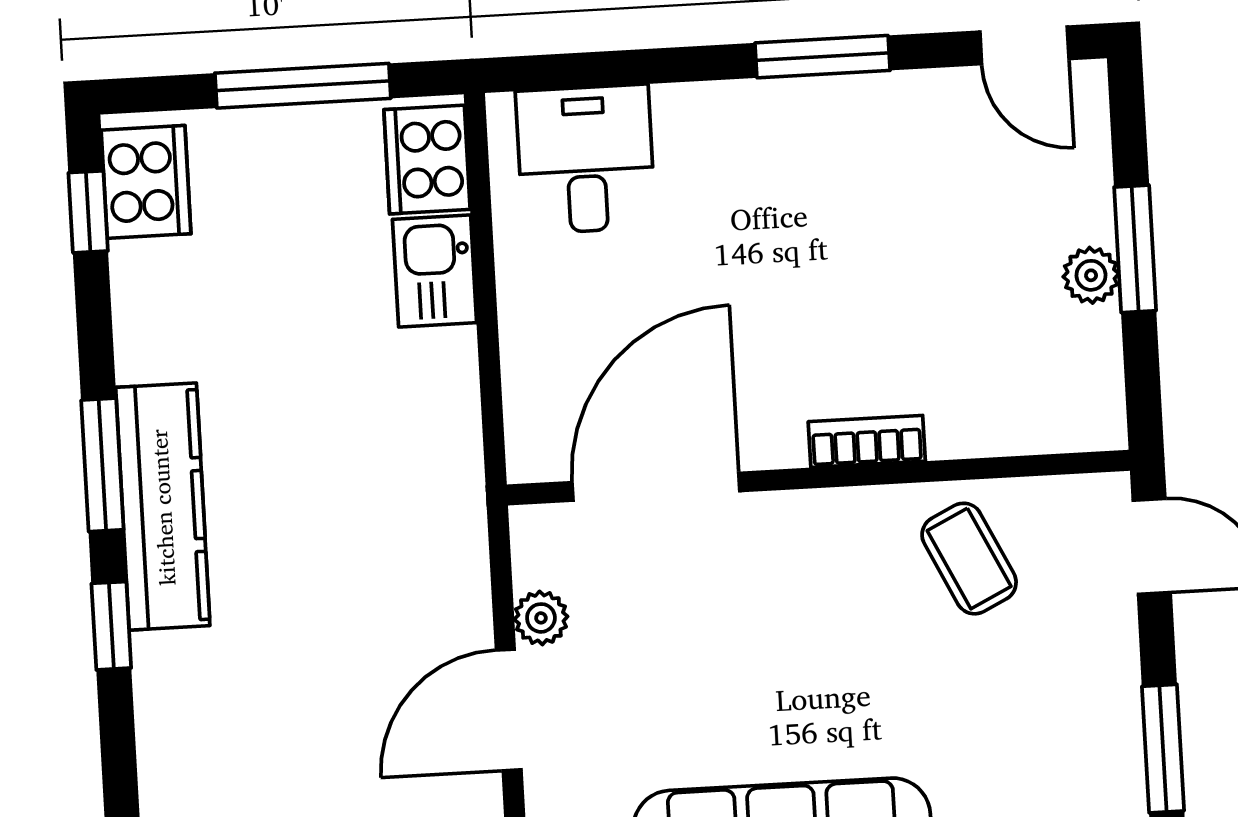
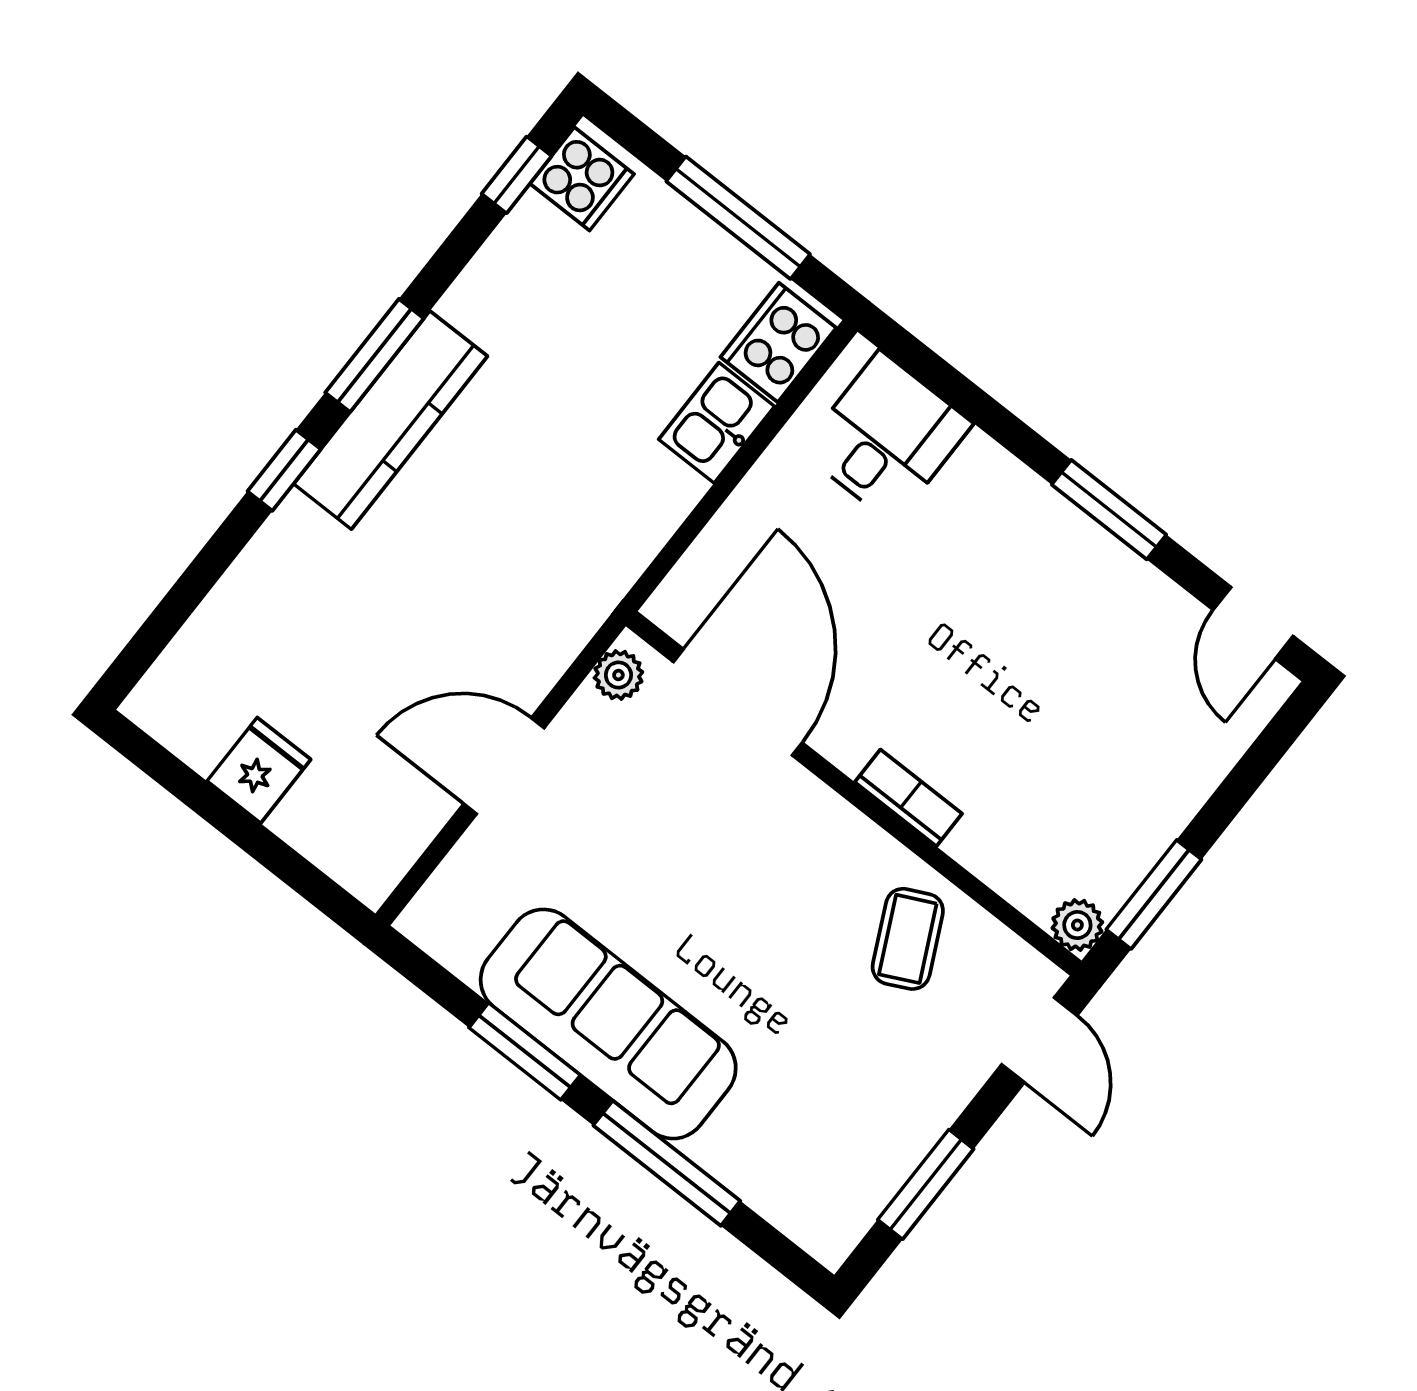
cooker: (146, 182) -> (582, 179), width x0.73
window: (1135, 249) -> (1154, 894), moved
plant: (1091, 275) -> (1077, 925), moved
door: (656, 487) -> (738, 702), hinge flipped
plant: (541, 618) -> (618, 675), moved

